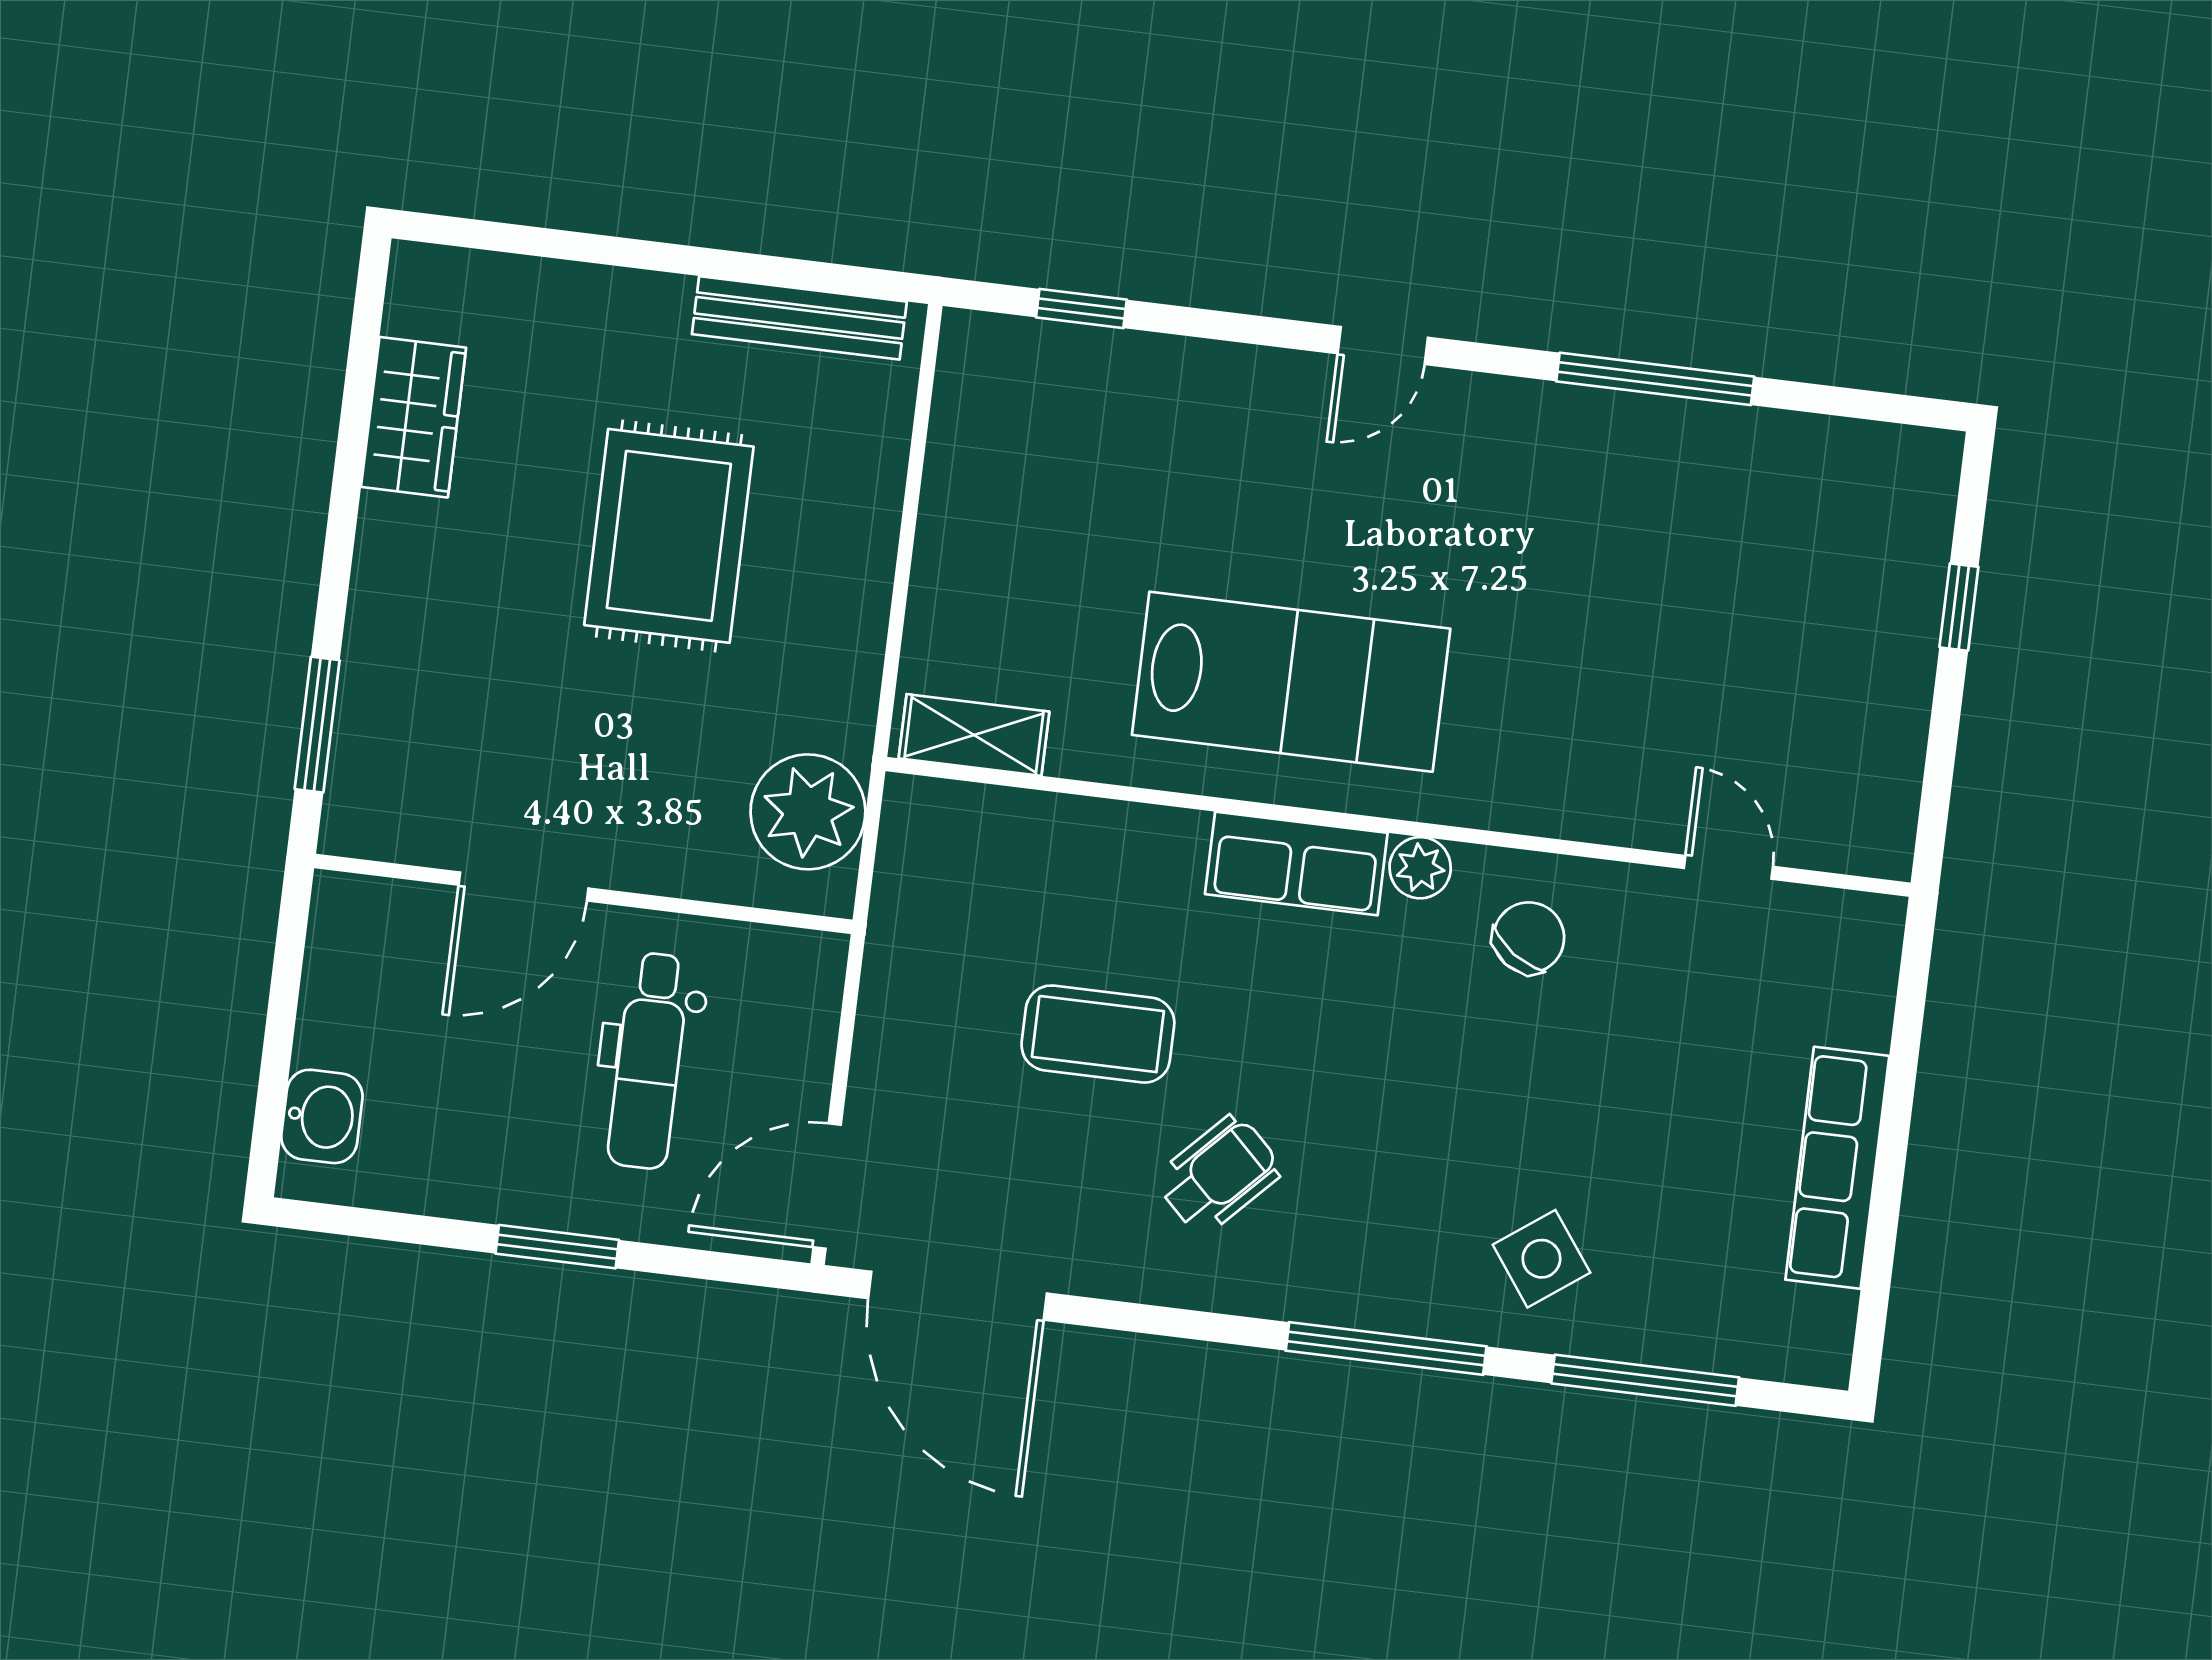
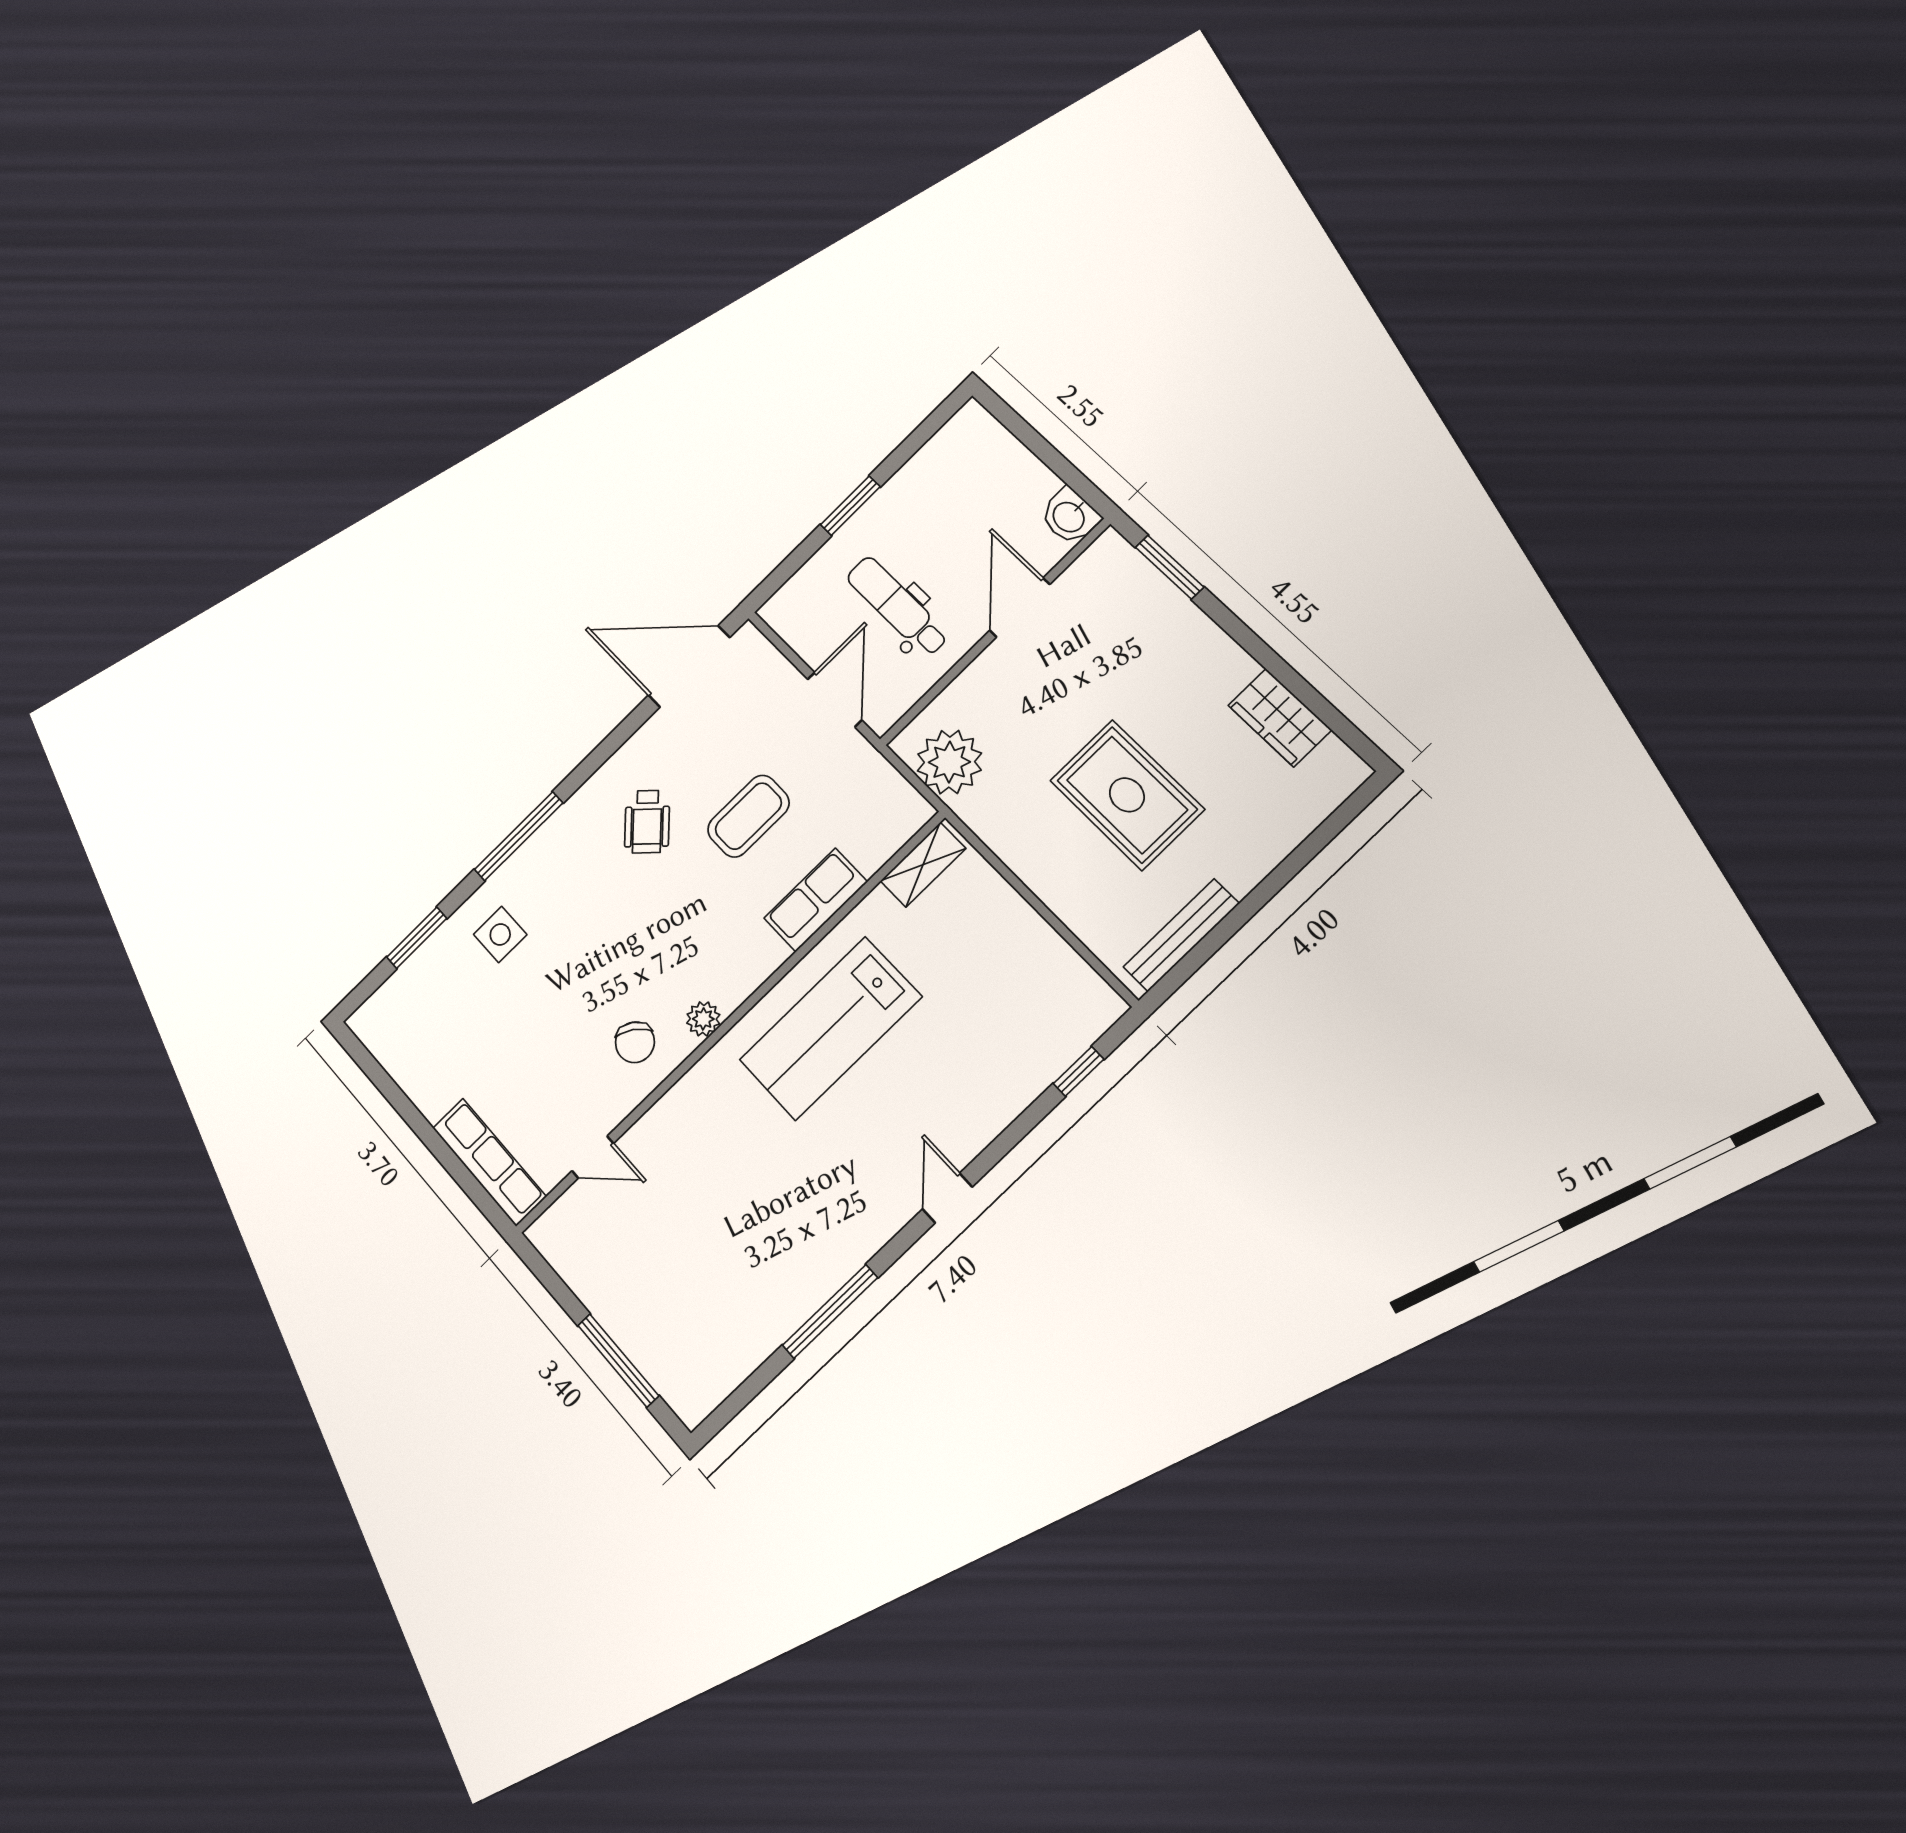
window: (1959, 607) -> (618, 1361), width x2.17
row of seats: (1296, 864) -> (816, 900), moved
washbasin: (322, 1116) -> (1070, 516), moved
row of seats: (1837, 1168) -> (489, 1162), moved
door: (827, 1186) -> (835, 700), moved
side table: (1541, 1259) -> (500, 934), turned 36
window: (1645, 1380) -> (417, 938), width x0.69

